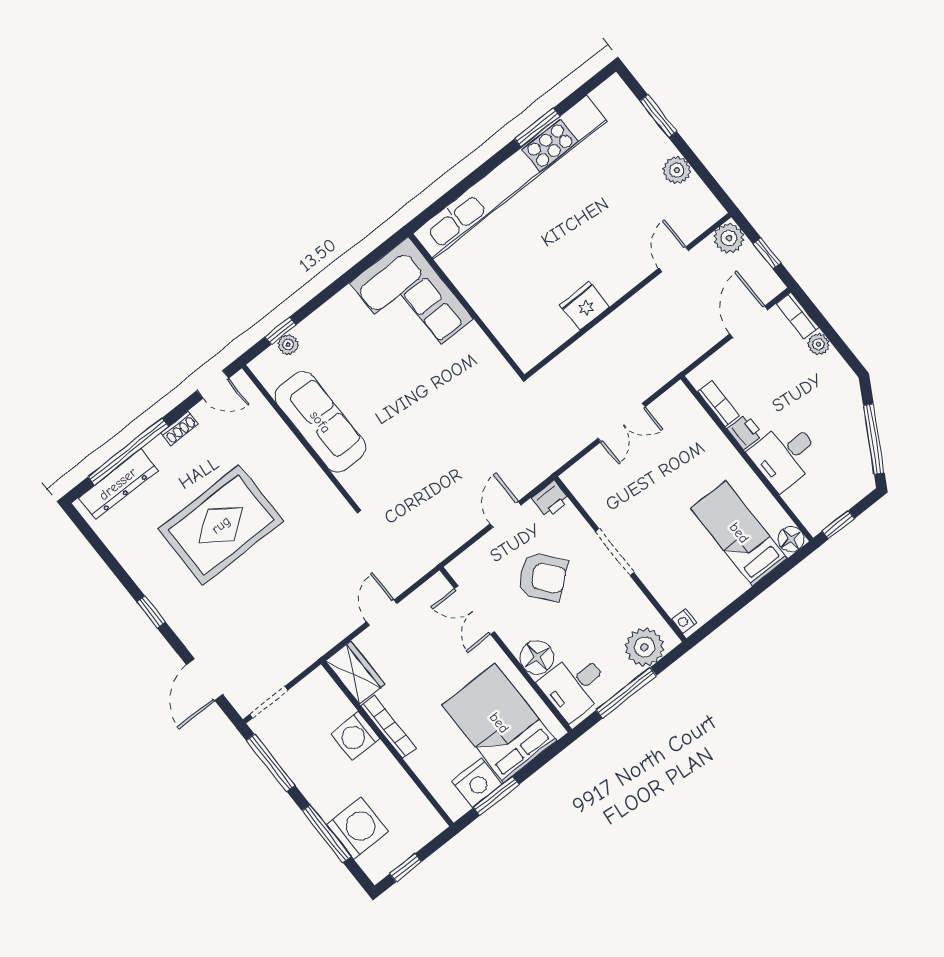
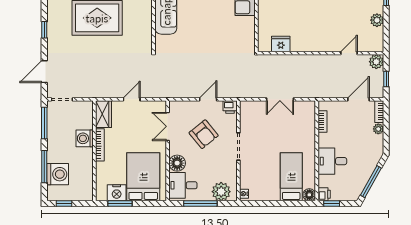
fridge: (584, 306) -> (281, 44), moved
printer: (745, 432) -> (324, 194), moved

